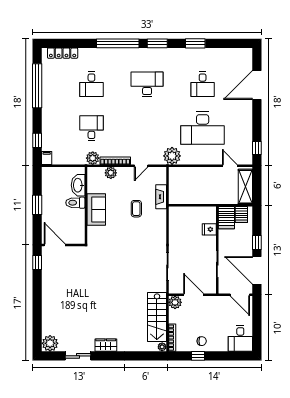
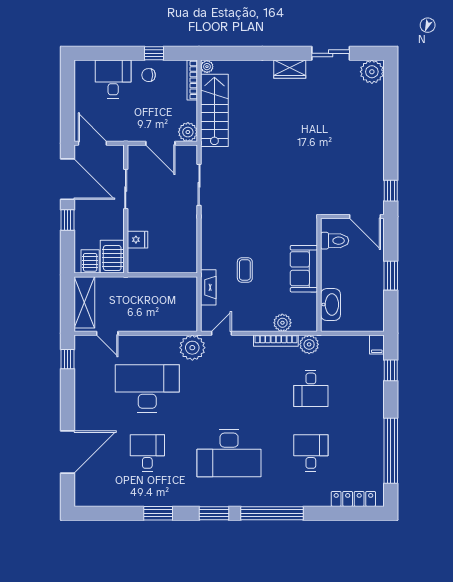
desk: (147, 84) -> (229, 453), width x1.36, depth x1.30
door: (141, 166) -> (221, 333), moved
toilet: (75, 203) -> (335, 241), moved
desk: (240, 338) -> (113, 79), moved

